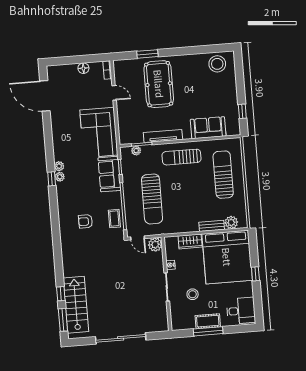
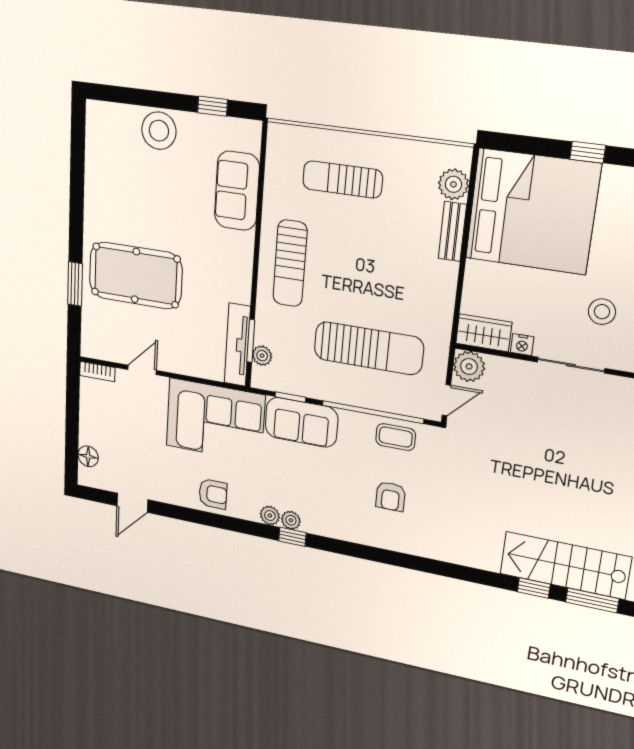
stool: (217, 64) -> (159, 131), moved
floor lamp: (83, 68) -> (88, 456), moved
door: (45, 96) -> (132, 503), width x0.53
tv unit: (163, 136) -> (237, 345), moved
armchair: (62, 137) -> (213, 494), added
sun lounger: (223, 175) -> (343, 179), width x0.73, depth x0.75
wardrobe: (190, 241) -> (484, 333), moved, turned -90

